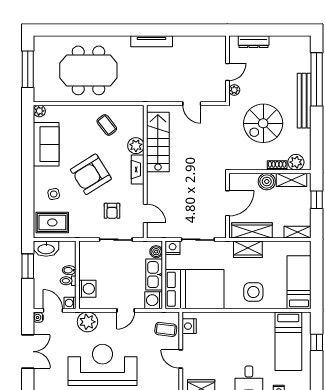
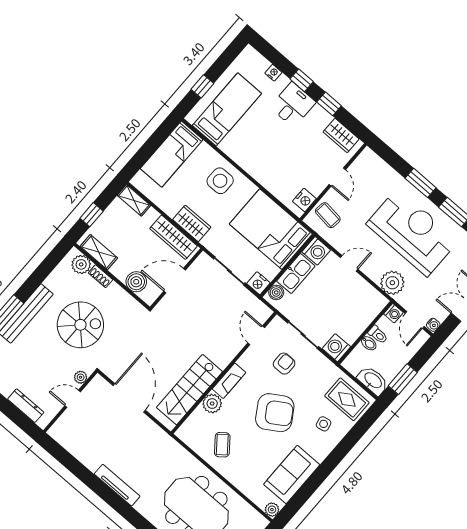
door: (192, 104) -> (129, 398), width x1.88
boiler: (267, 182) -> (136, 282), moved
washing machine: (87, 289) -> (336, 348), moved
reception desk: (102, 365) -> (412, 232), turned 180

